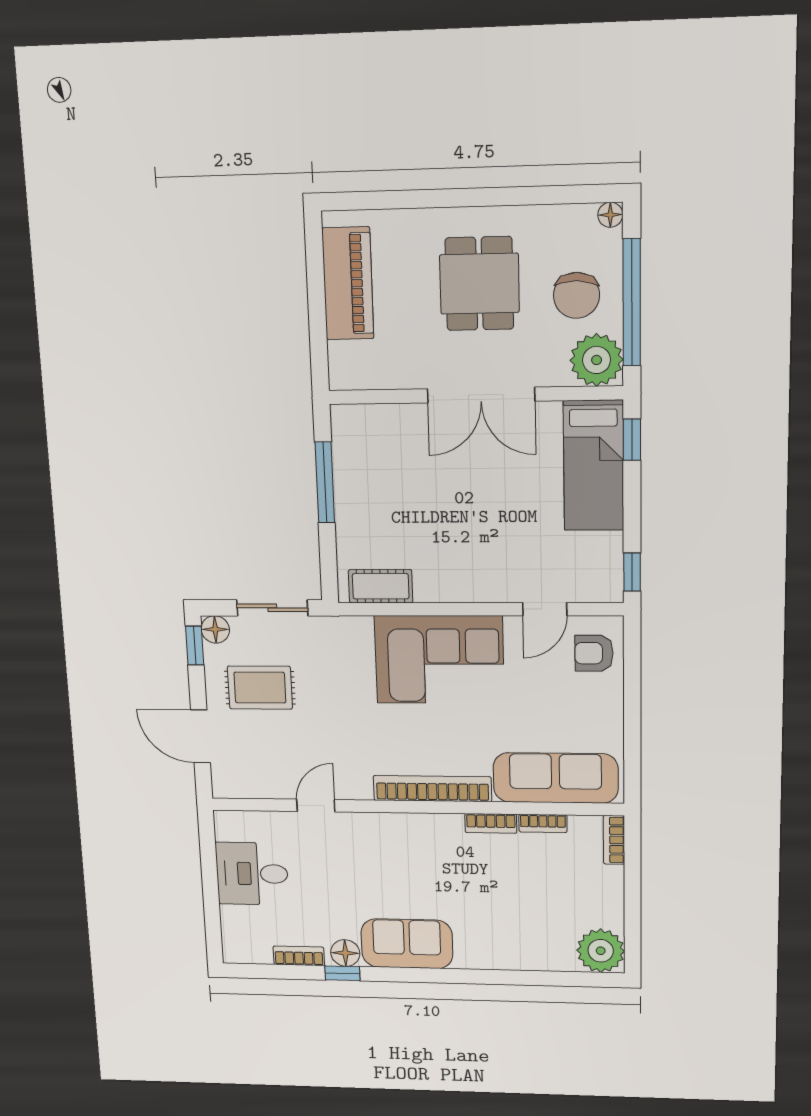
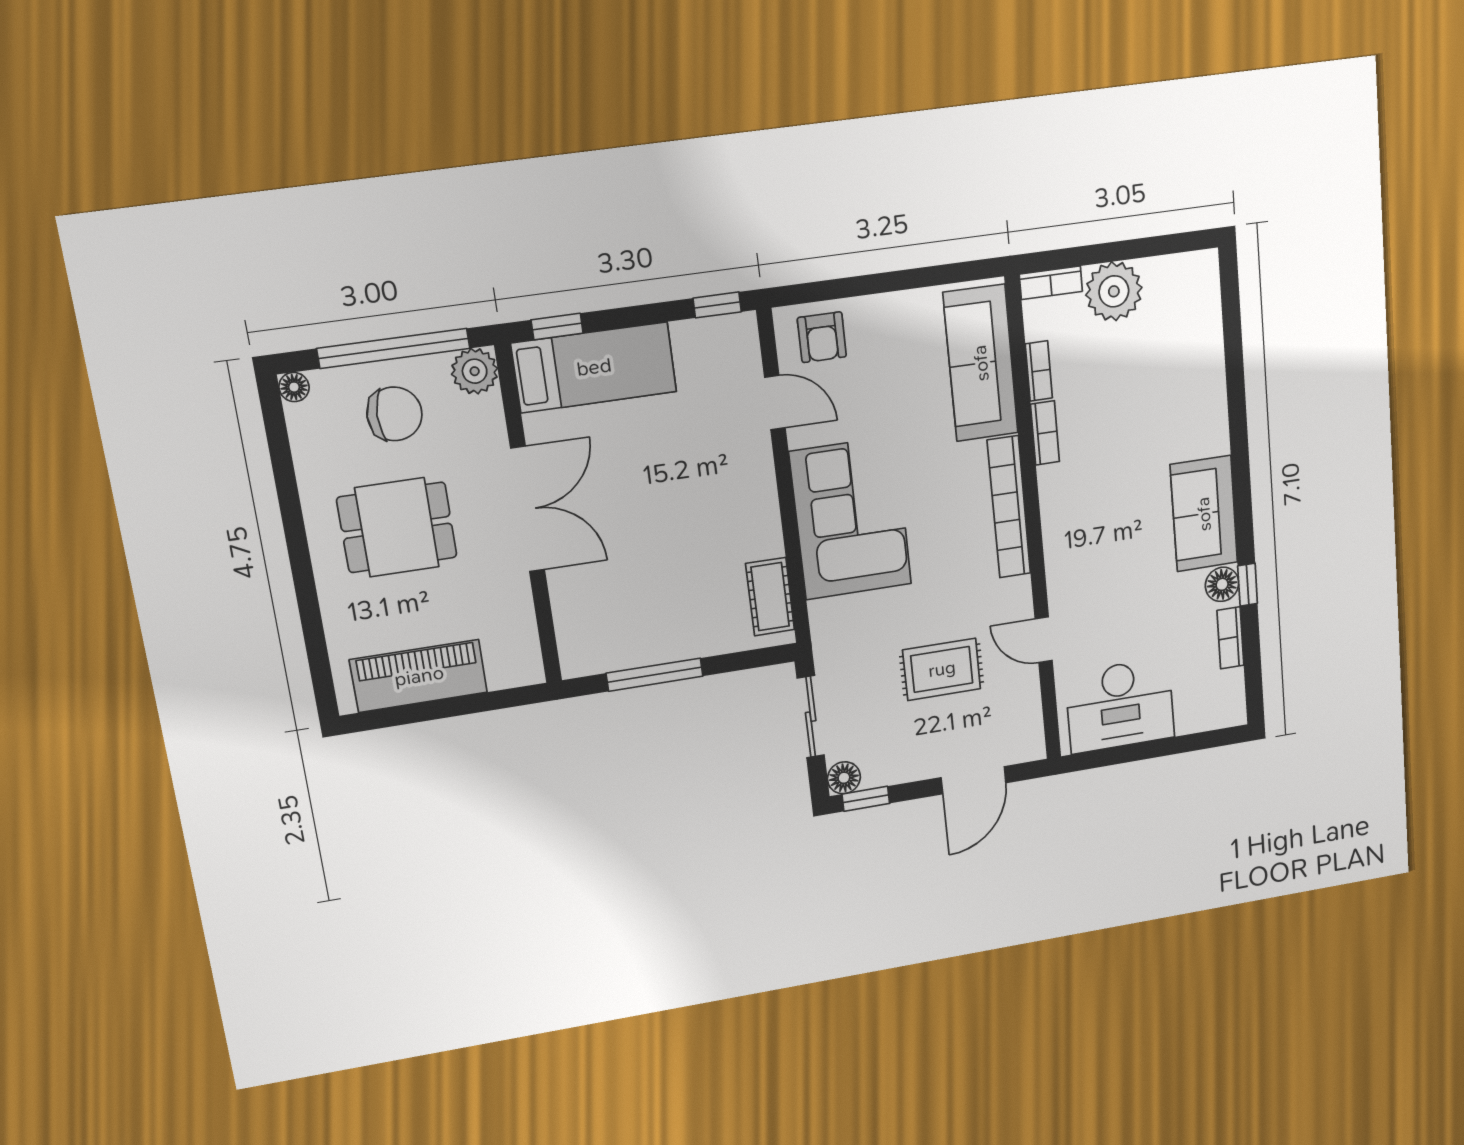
plant: (597, 360) -> (475, 371), width x0.73, depth x0.73
rug: (260, 688) -> (942, 669), moved, turned 90
desk: (252, 874) -> (1120, 706), width x1.37
plant: (601, 951) -> (1114, 291), moved

